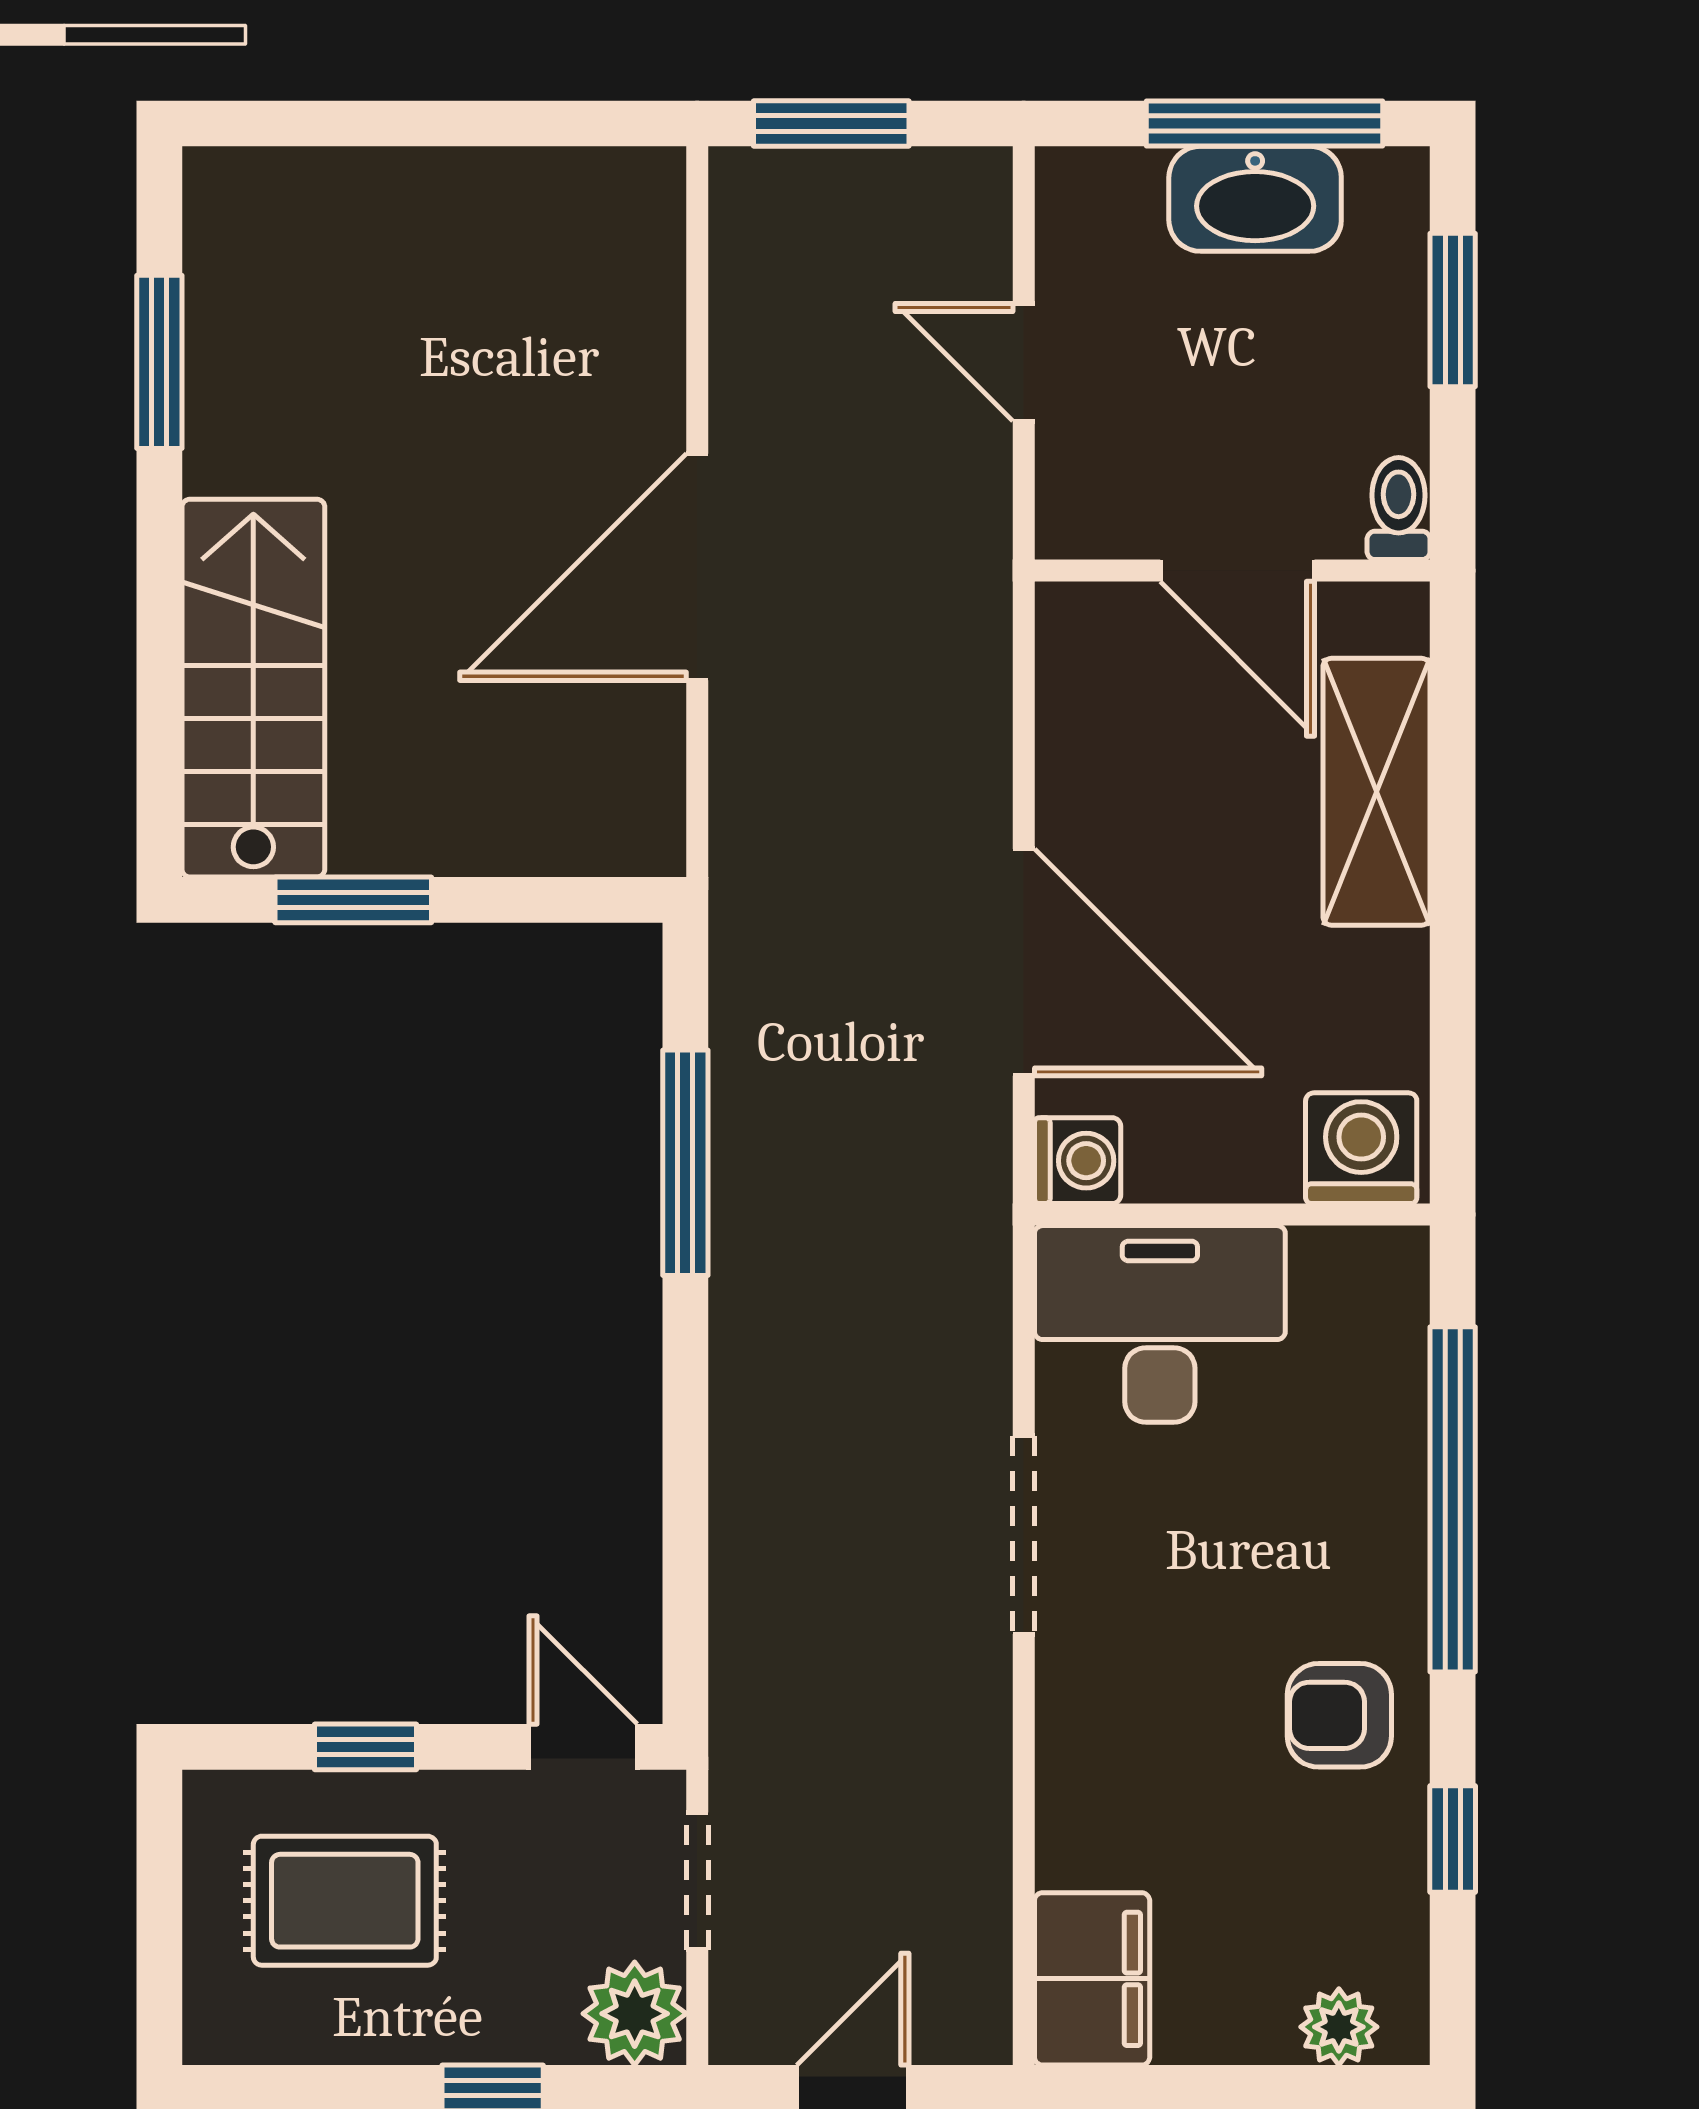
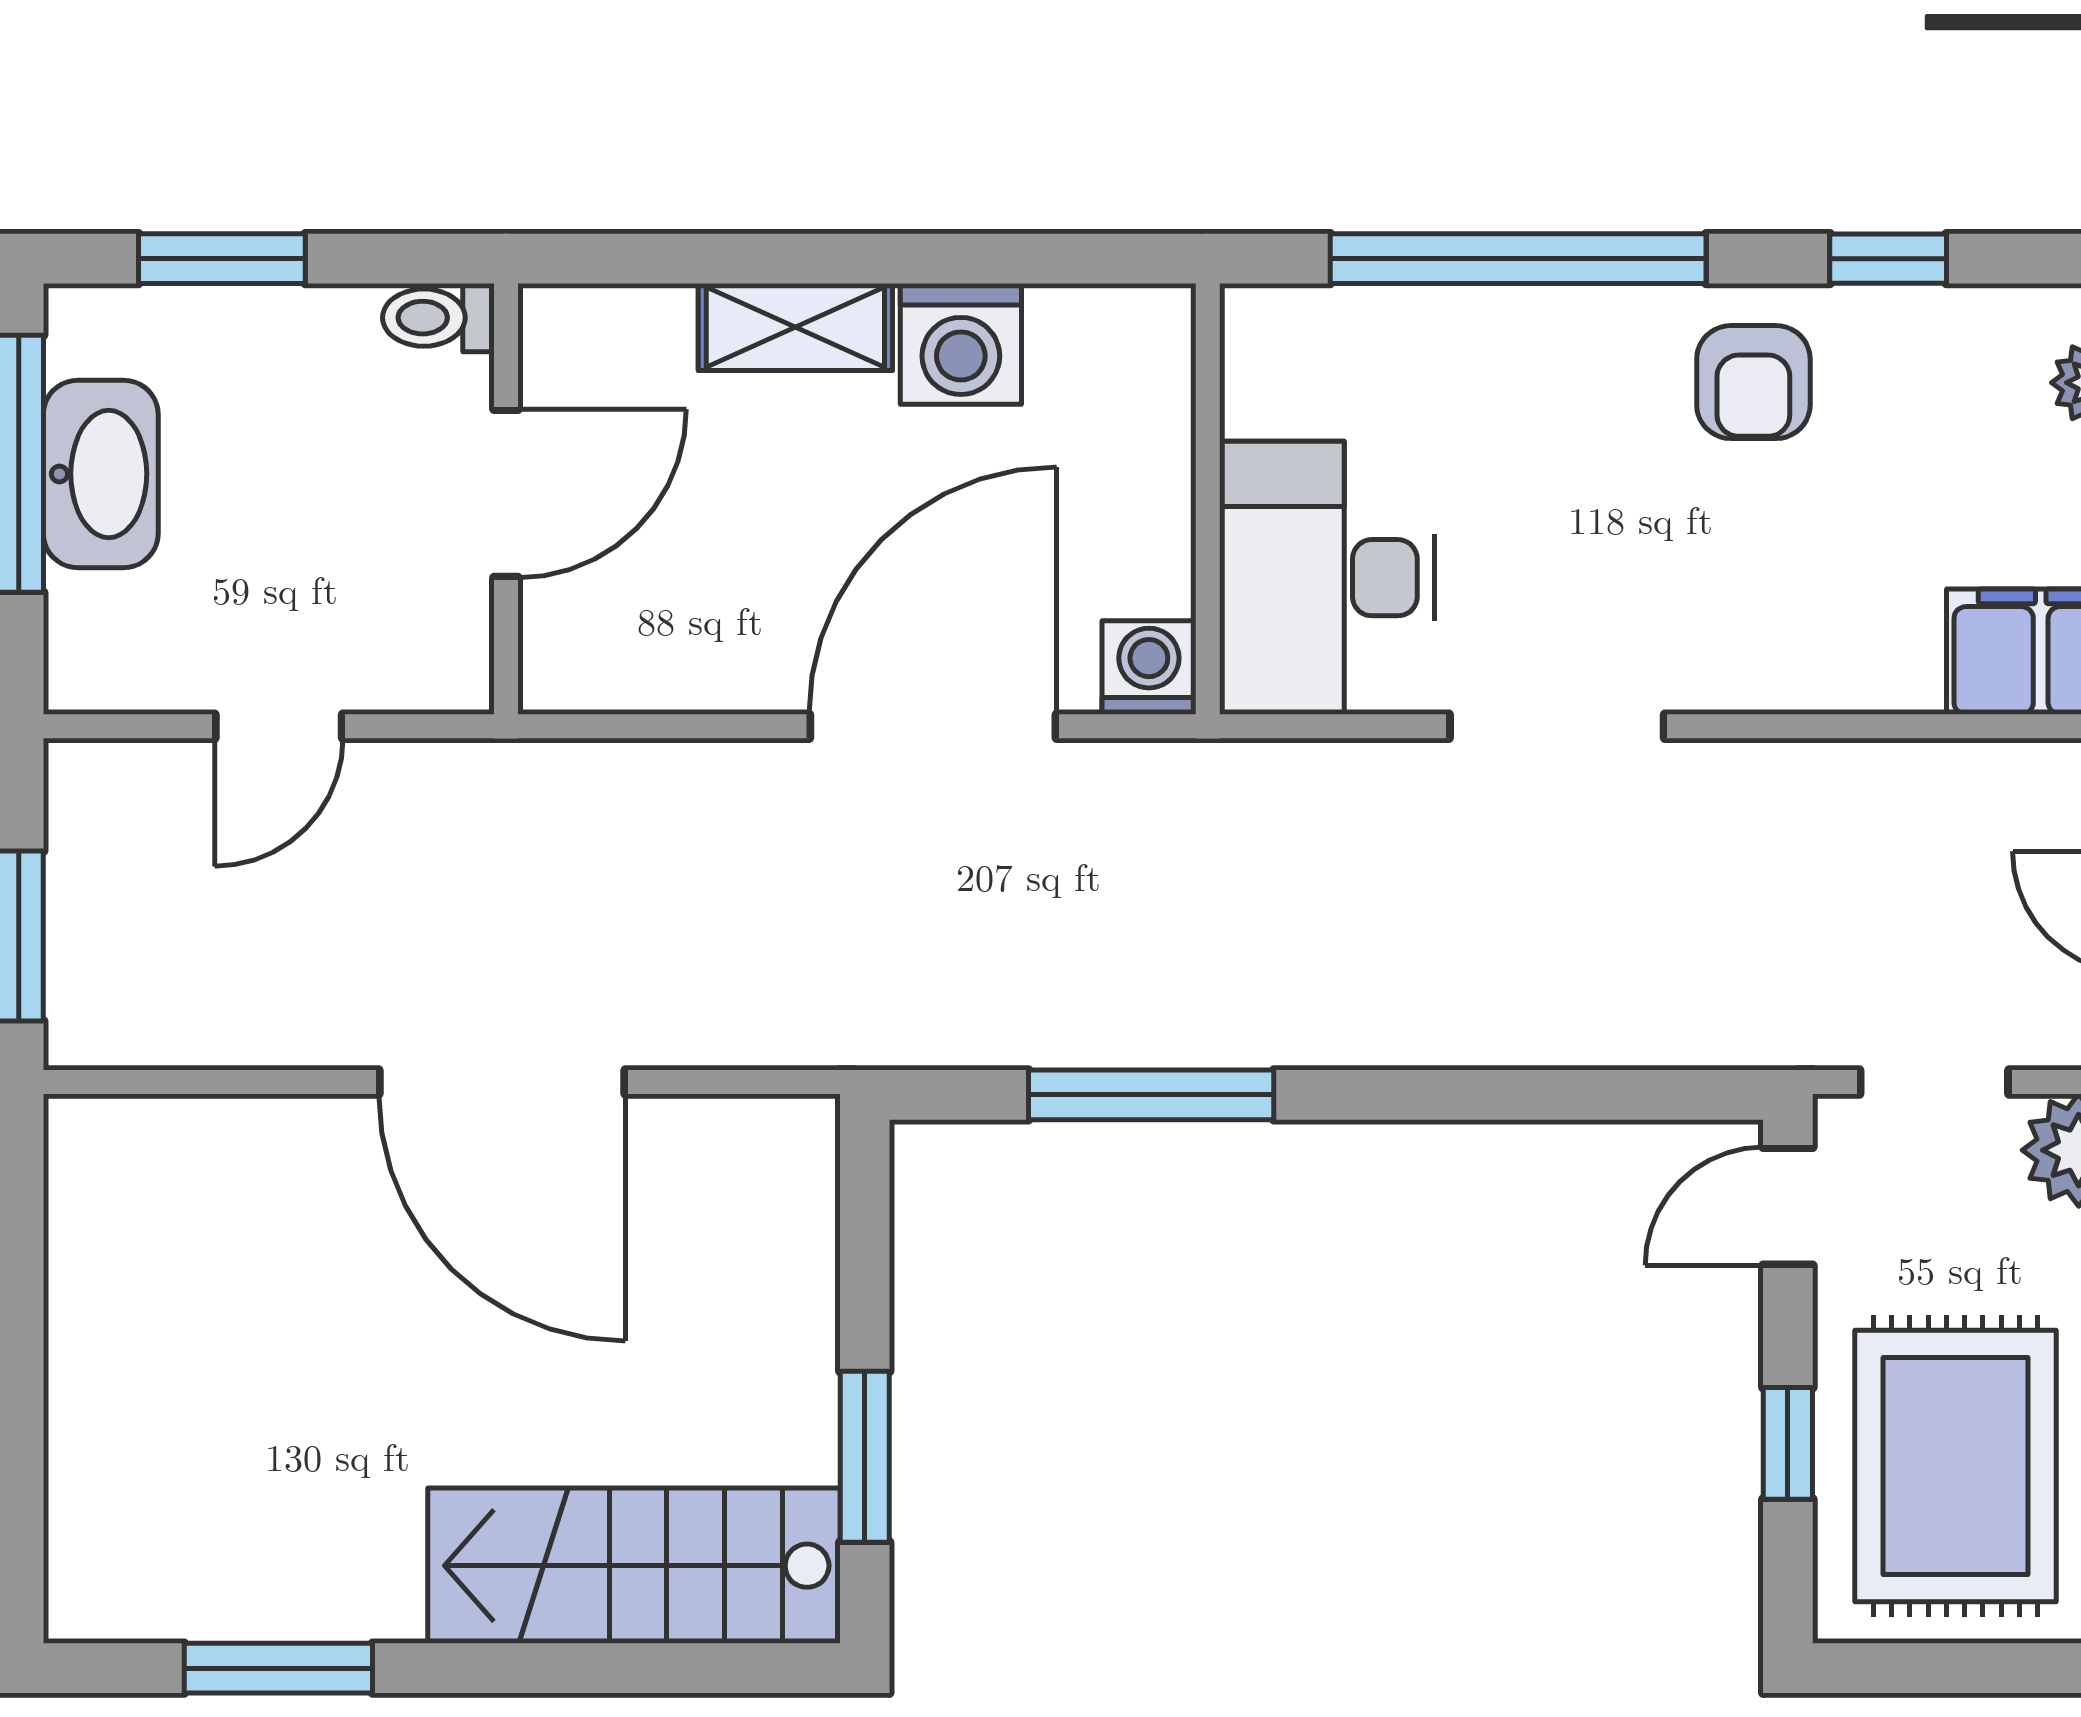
shelving: (1377, 792) -> (795, 327), width x0.67, depth x0.75
washing machine: (1361, 1148) -> (961, 344), moved, turned -90
rug: (345, 1901) -> (1955, 1466), width x1.36, depth x1.43

